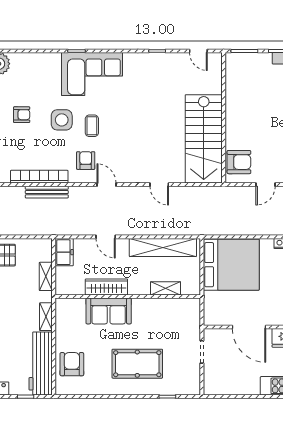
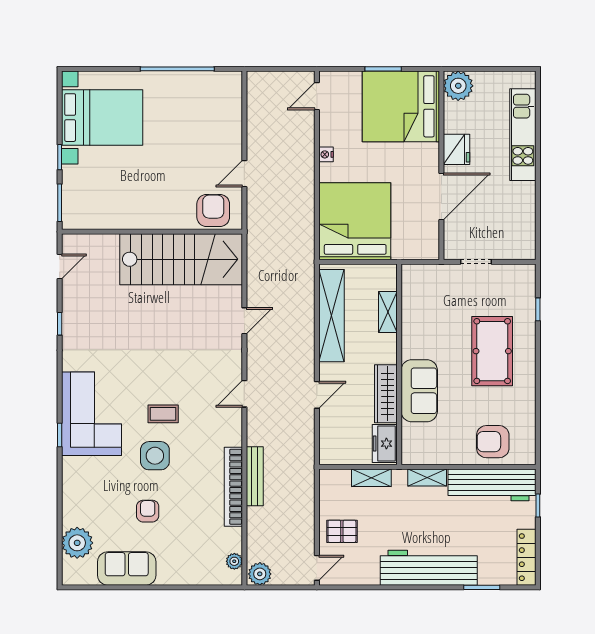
armchair: (86, 161) -> (211, 422), removed
door: (266, 185) -> (244, 174), swing flipped
freezer: (64, 252) -> (385, 444), moved, turned -90

